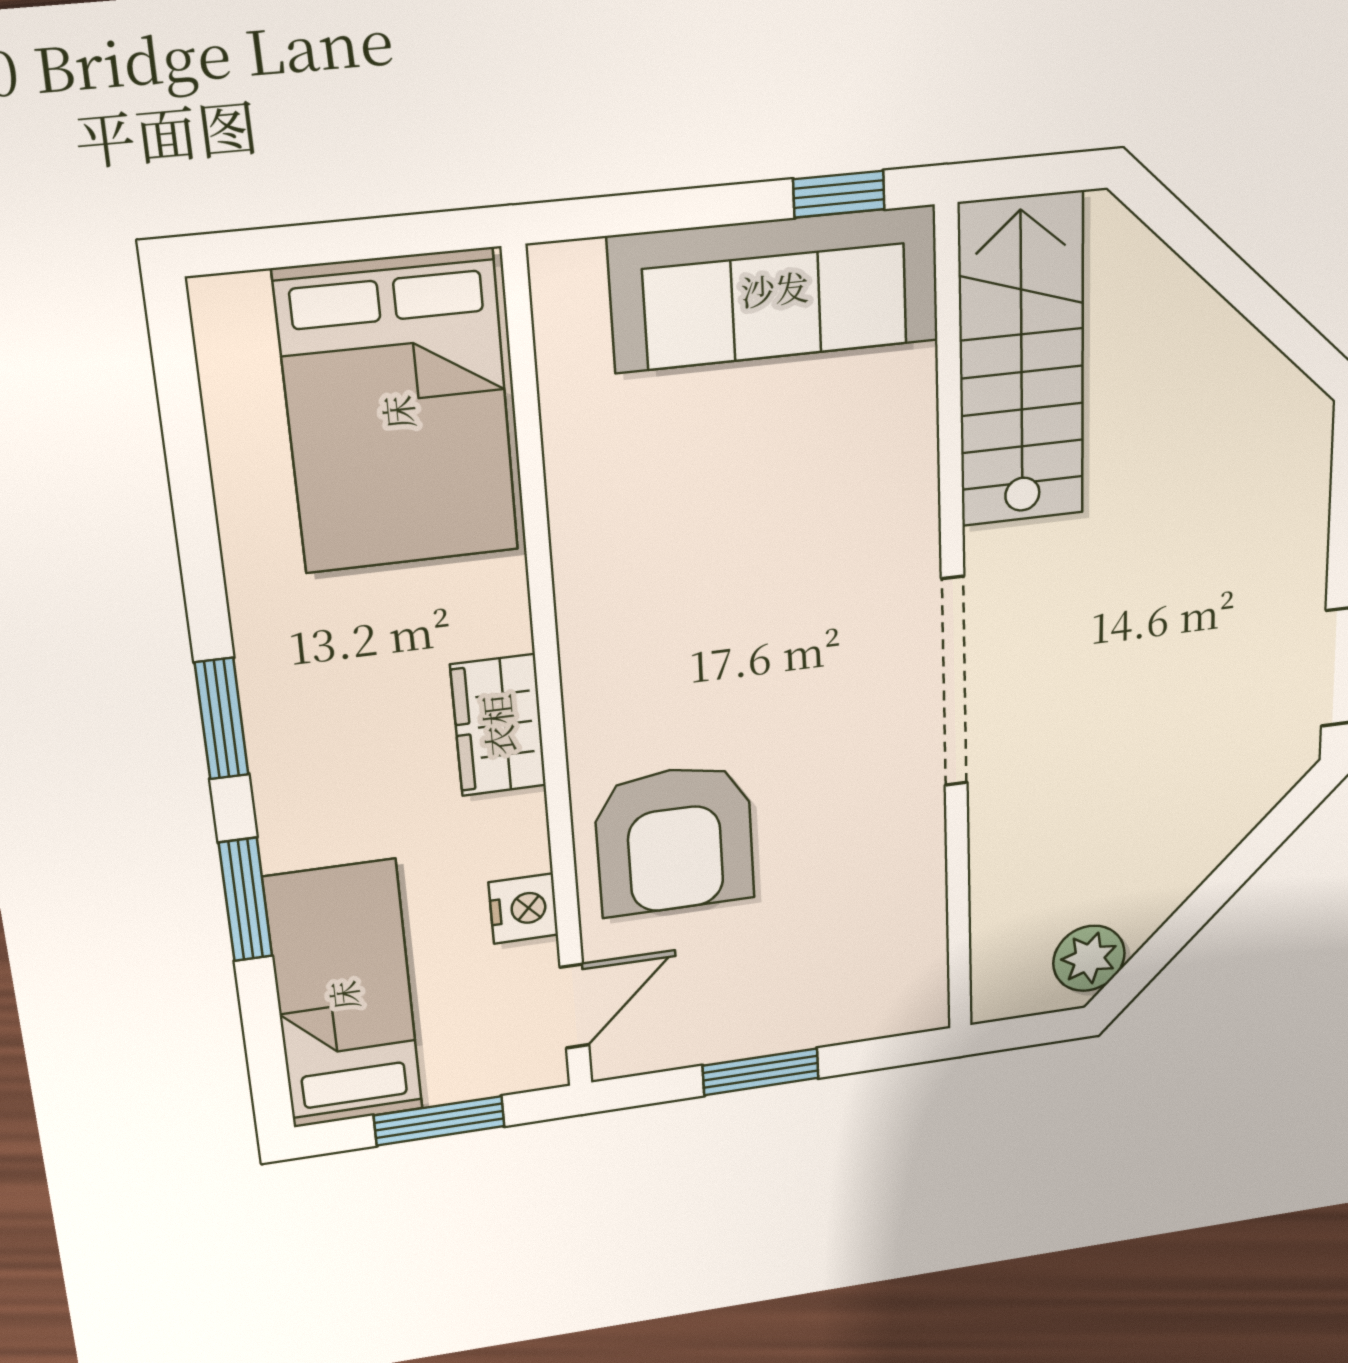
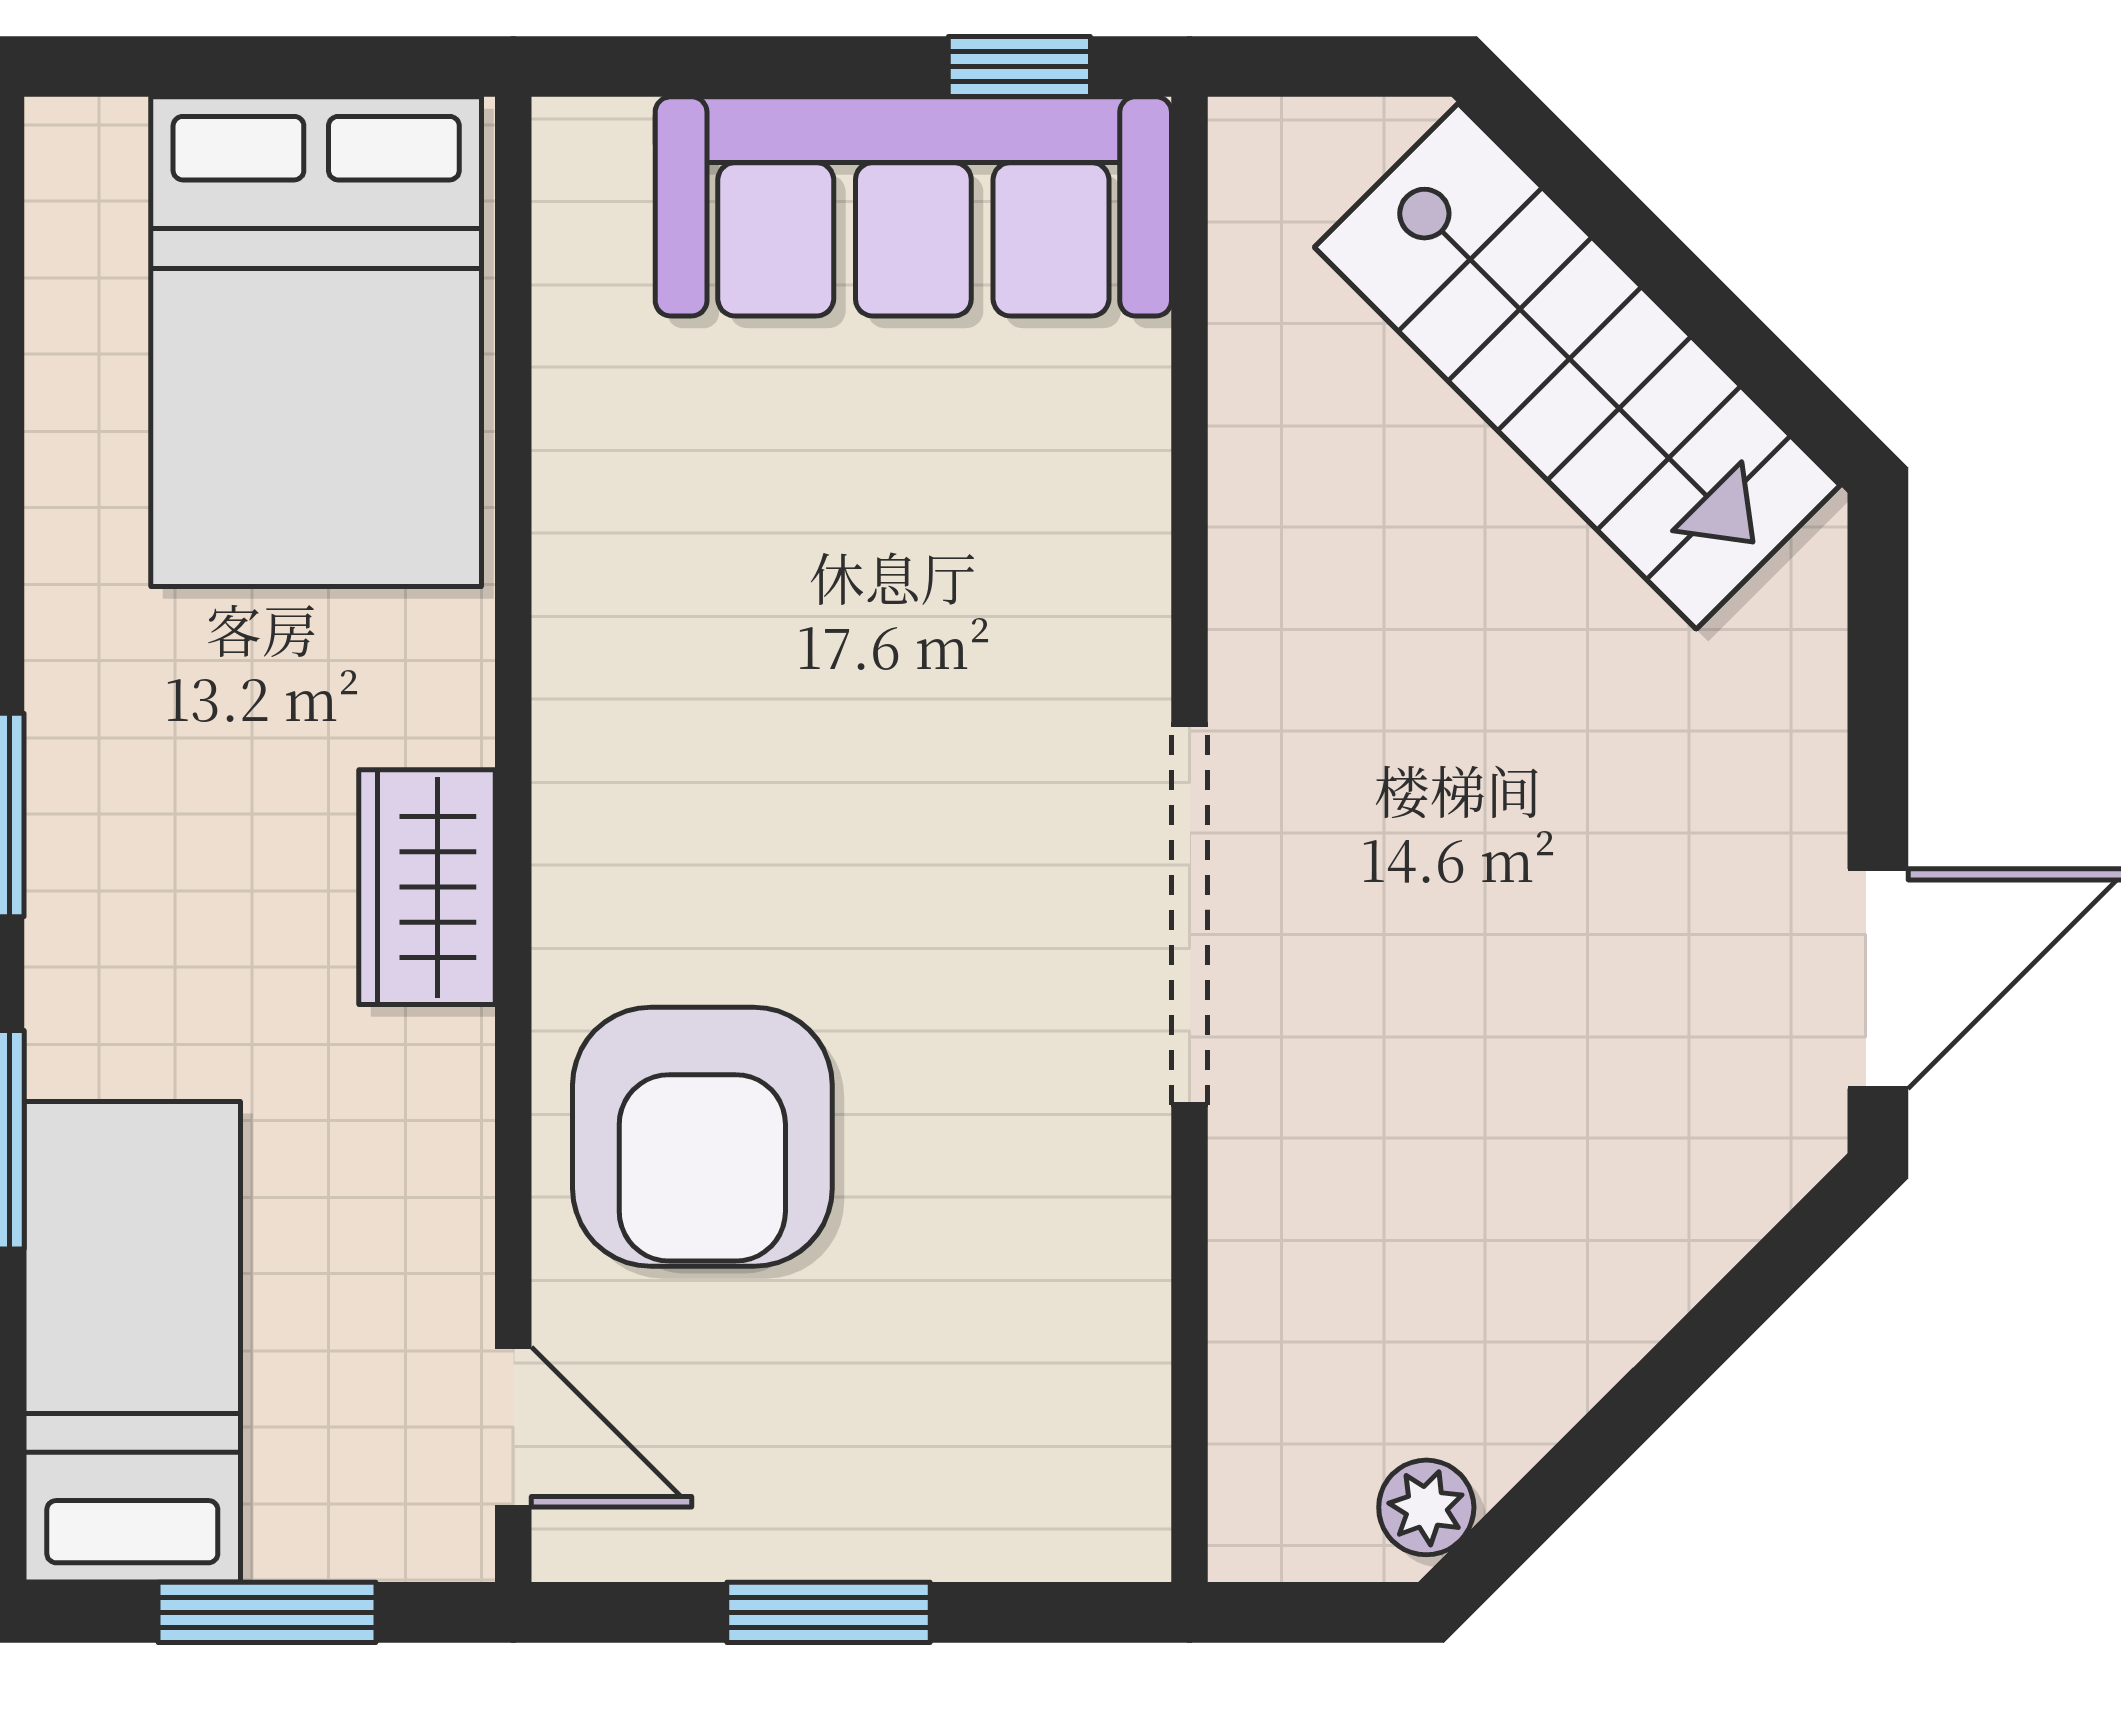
stairs: (1021, 361) -> (1577, 366), moved, turned 135
nightstand: (523, 909) -> (441, 1227), removed
plant: (1089, 958) -> (1426, 1507), width x0.73, depth x0.73
door: (574, 1006) -> (513, 1427), hinge flipped

